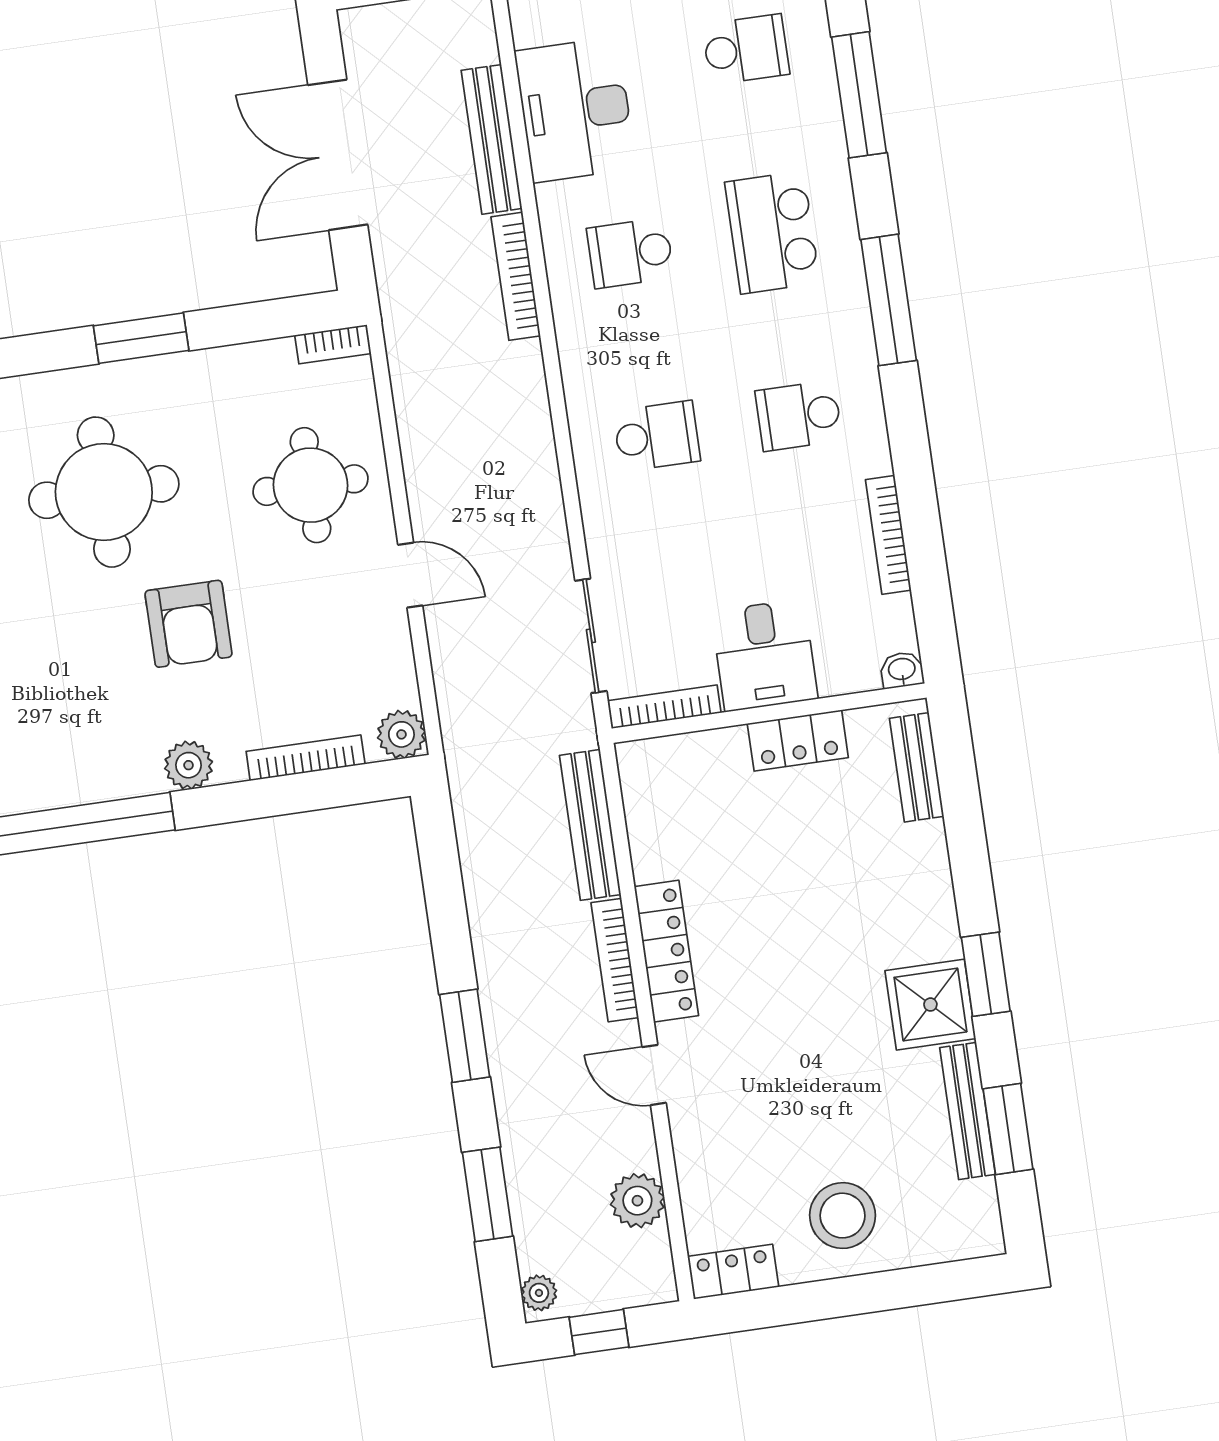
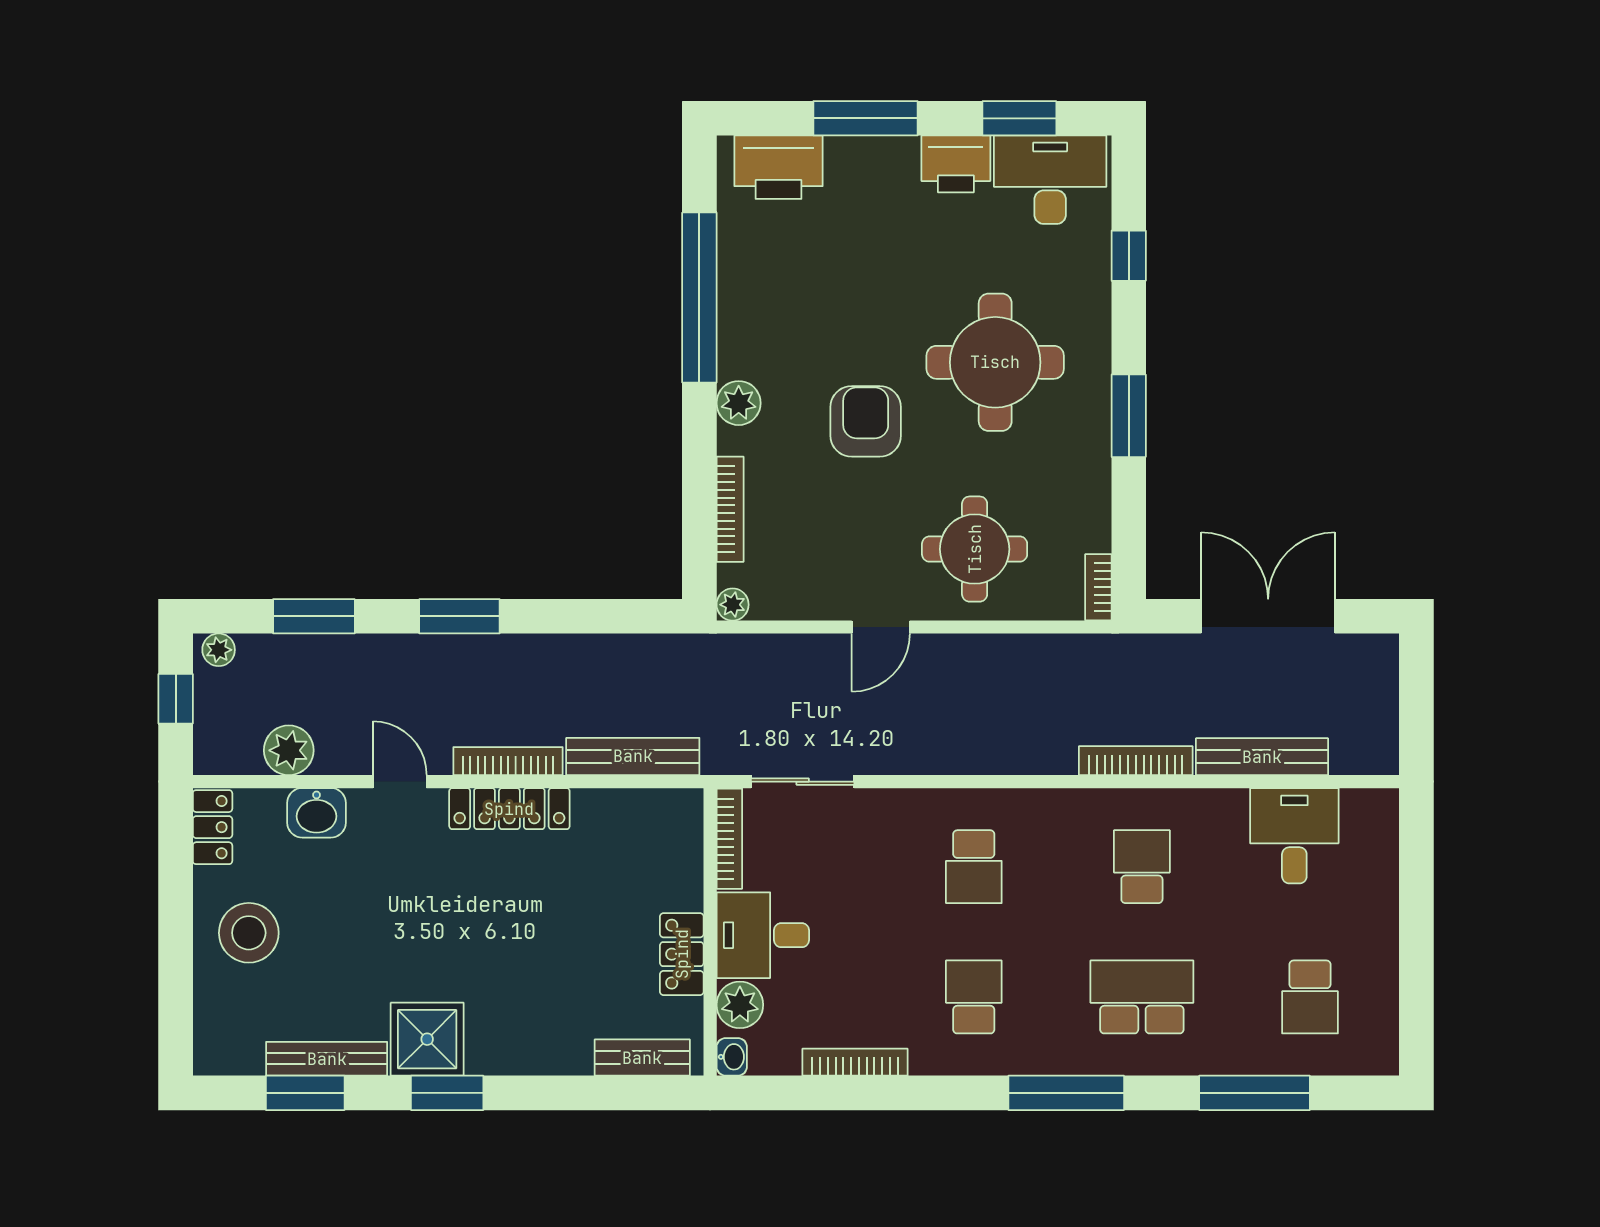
desk: (575, 110) -> (1294, 836), width x0.73
armchair: (189, 624) -> (866, 421), turned 90
plant: (844, 669) -> (740, 1005), added
plant: (401, 734) -> (733, 605), width x0.73, depth x0.73
door: (654, 1075) -> (400, 782), hinge flipped
washbasin: (701, 1161) -> (317, 813), added

